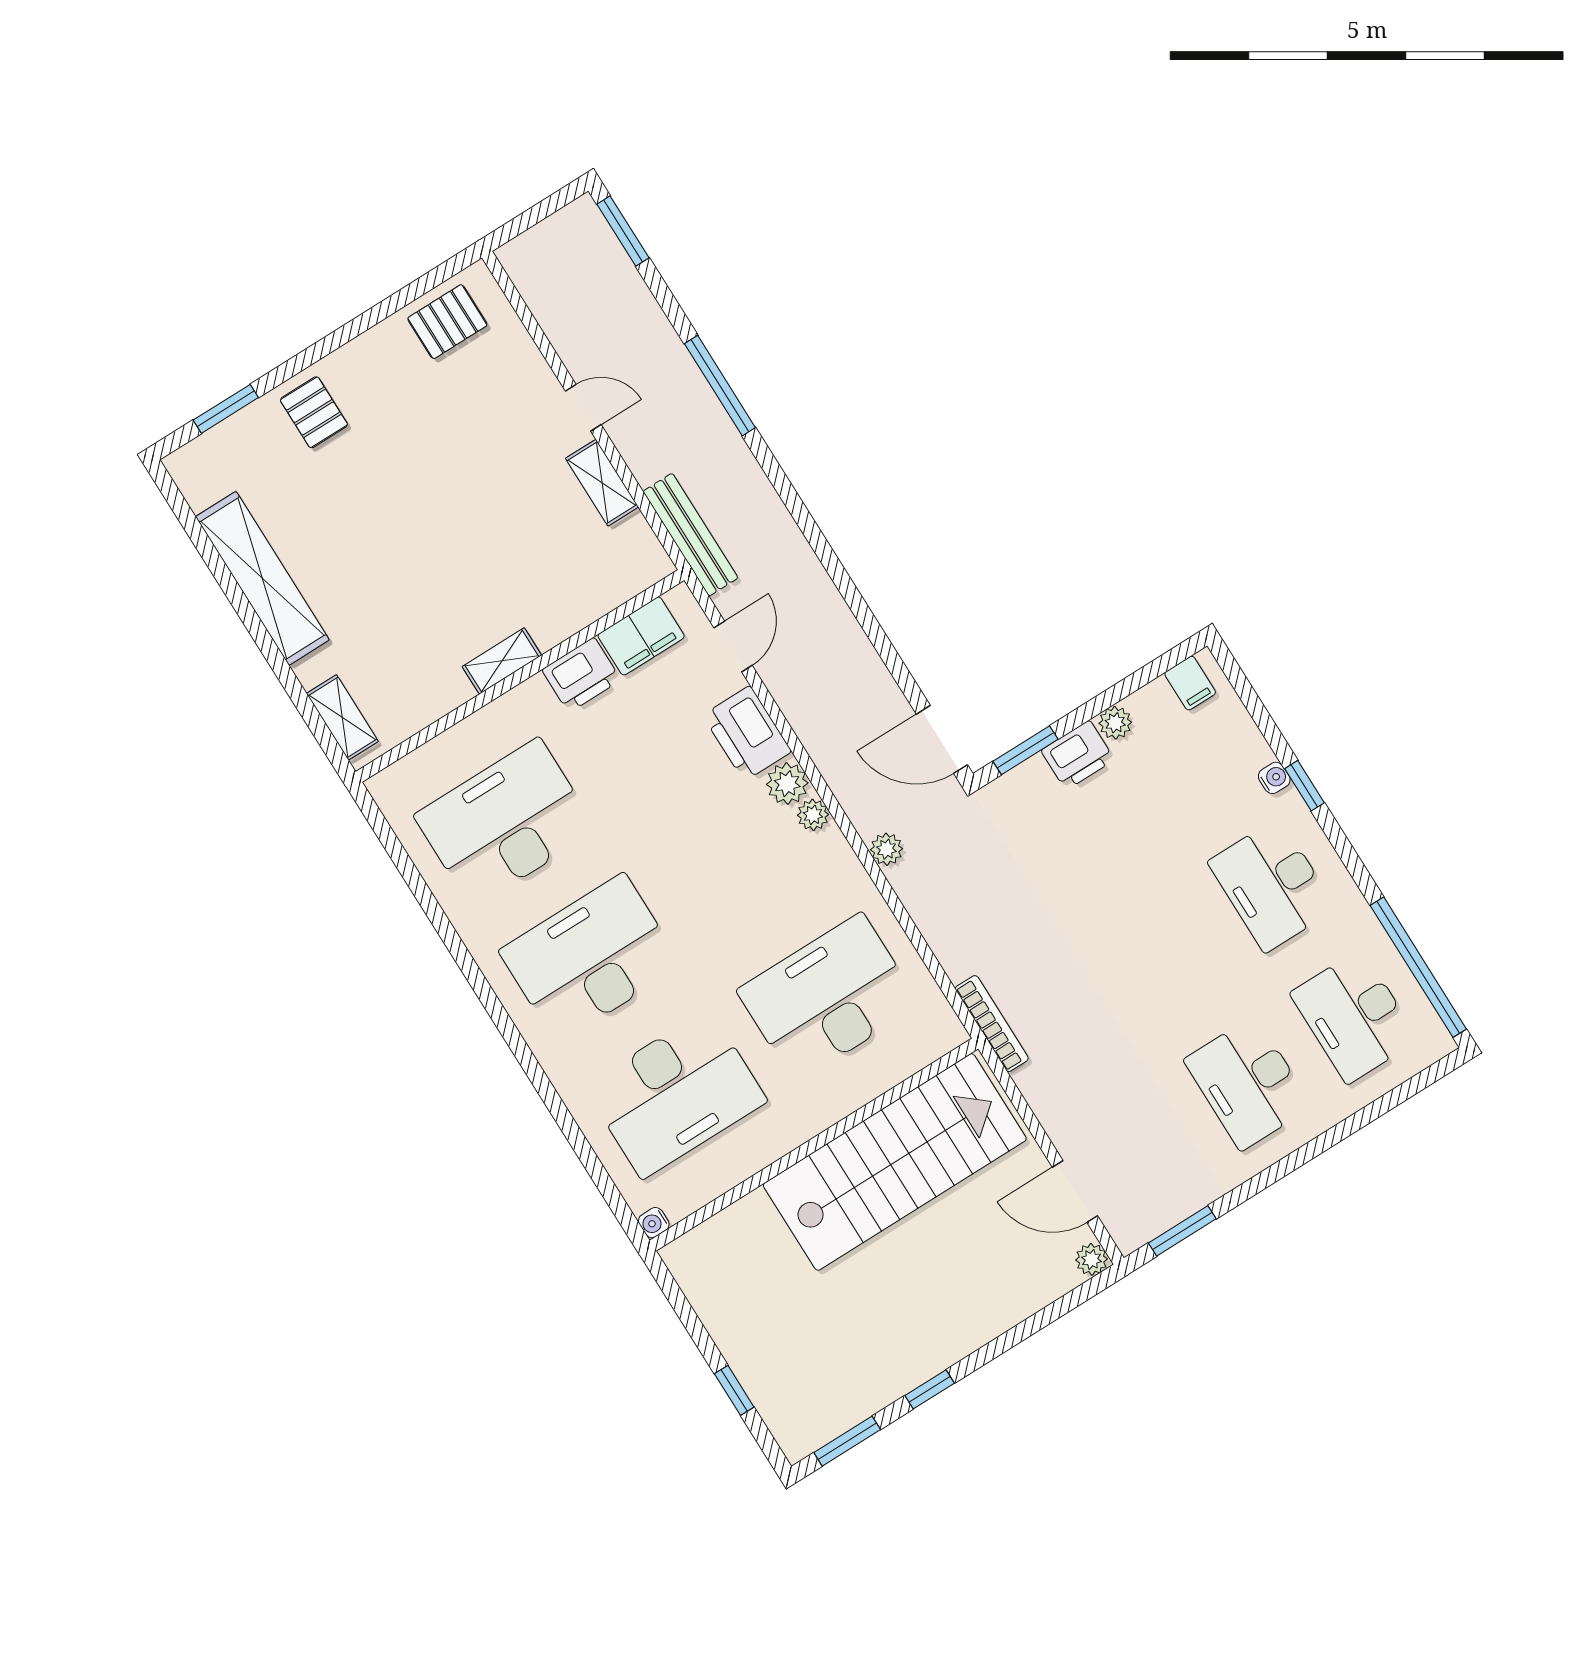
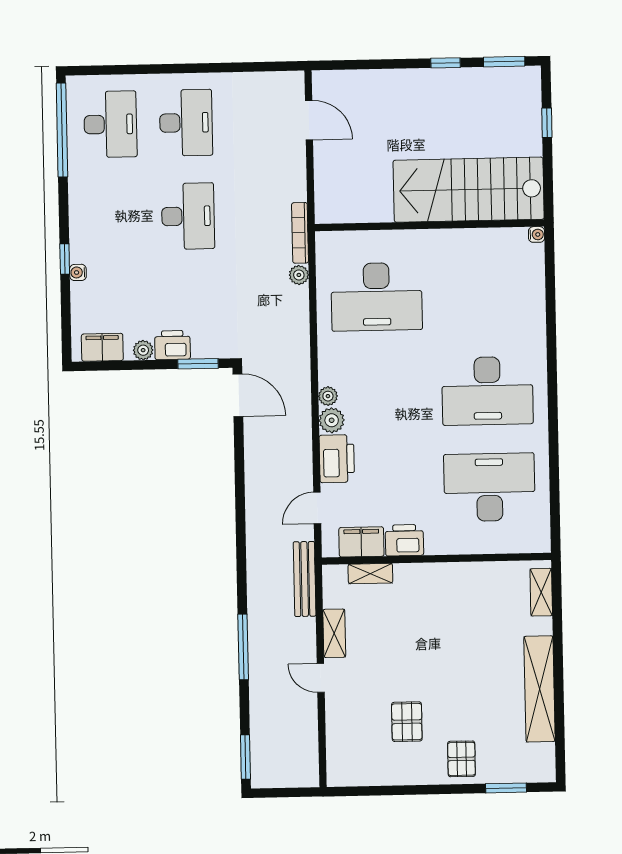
pallet: (447, 322) -> (407, 722), moved, turned 90
shelving: (502, 661) -> (370, 574), moved
filing cabinet: (1190, 683) -> (102, 347), width x2.00
desk: (506, 823) -> (489, 487), turned 180
plant: (886, 849) -> (299, 275), moved
desk: (1272, 885) -> (188, 216), moved
desk: (675, 1094) -> (485, 294), removed
stairs: (895, 1162) -> (469, 190), moved
window: (1182, 1231) -> (266, 67), removed
plant: (1092, 1259) -> (321, 80), removed

